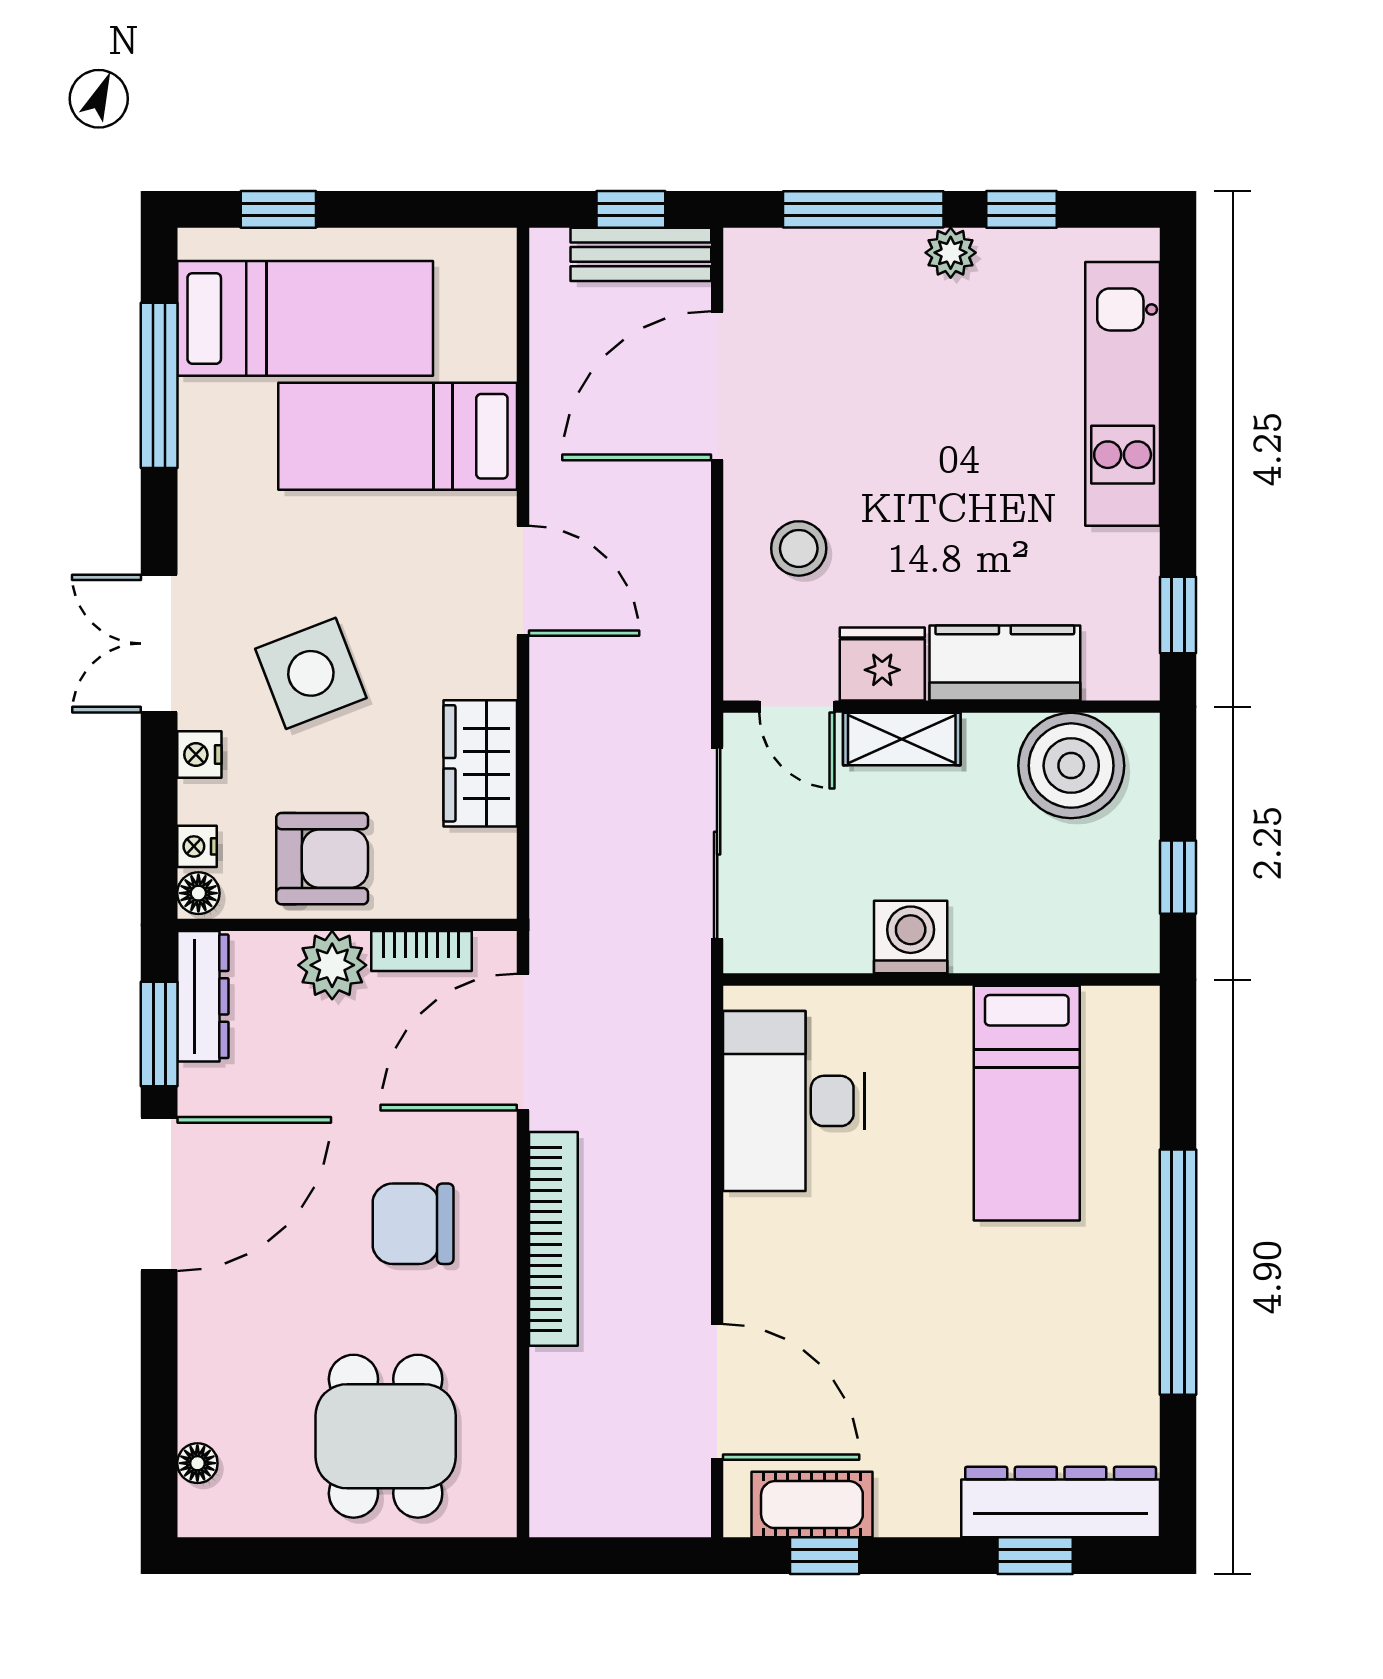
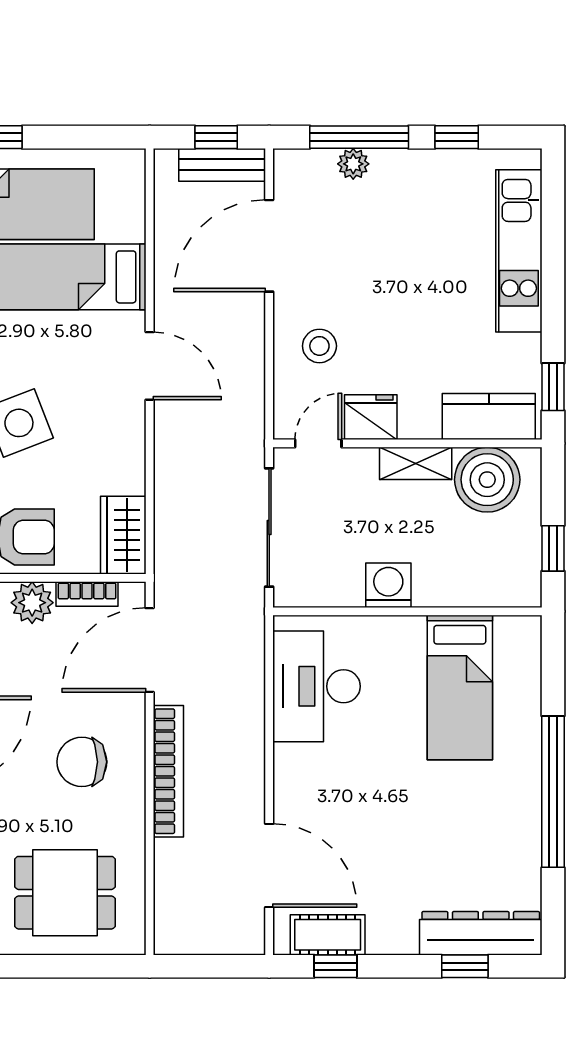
plant: (951, 253) -> (353, 164), moved
kitchen counter: (1005, 663) -> (489, 416), moved
door: (797, 707) -> (318, 443), swing flipped
shelving: (902, 739) -> (416, 463), moved
wardrobe: (480, 763) -> (123, 535), moved
dining table: (386, 1436) -> (65, 893), turned 90

